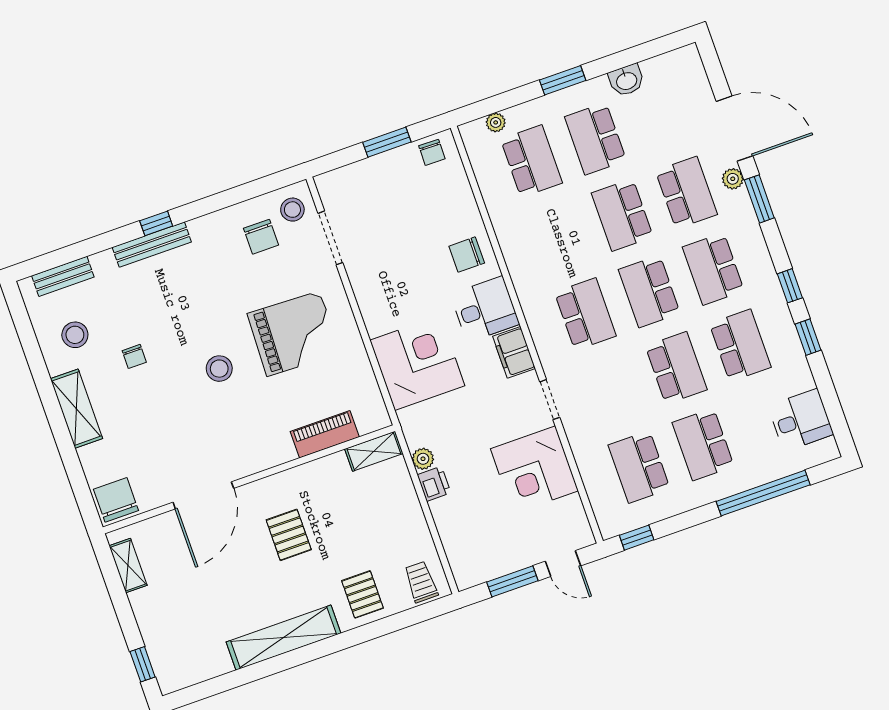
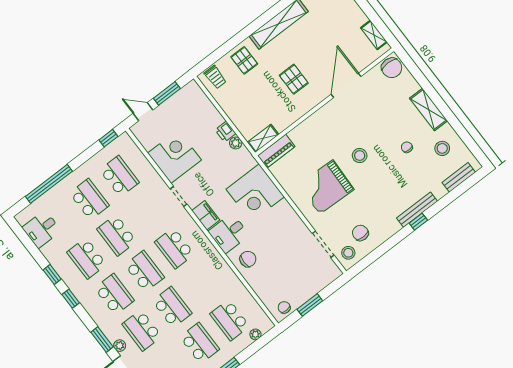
piano: (325, 434) -> (276, 151), moved

